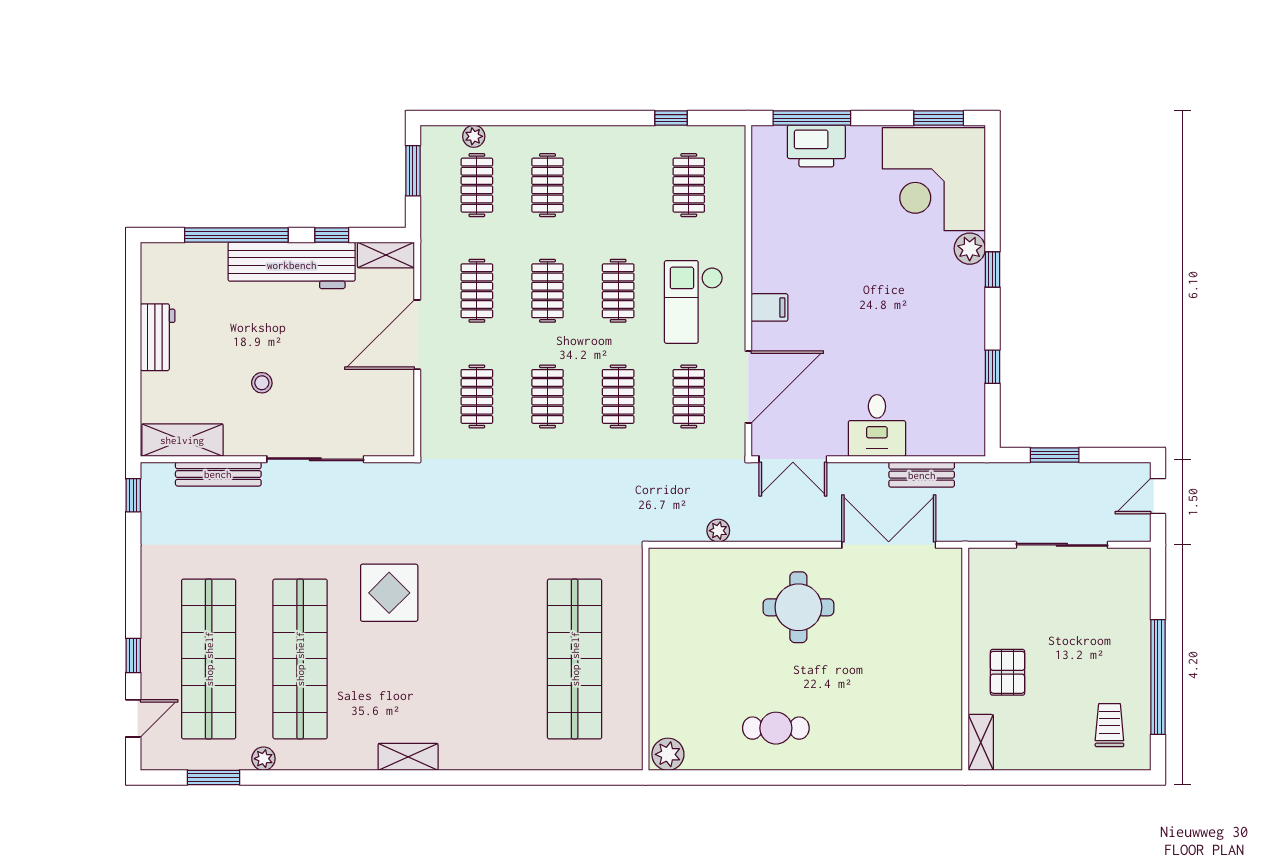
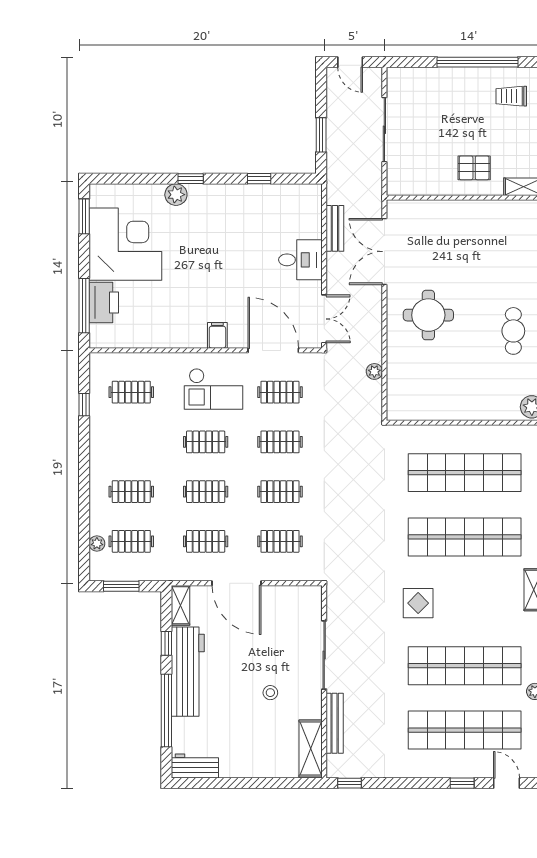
corner desk: (934, 179) -> (125, 244), moved, turned -90
workbench: (158, 337) -> (195, 766), moved
display table: (389, 593) -> (418, 603), width x0.73, depth x0.73
shop shelf: (483, 659) -> (465, 537), added

